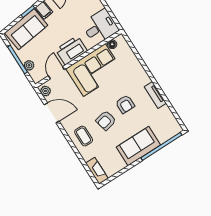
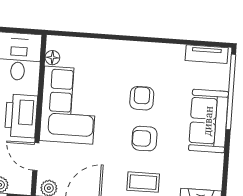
tv unit: (155, 95) -> (207, 54), moved
armchair: (125, 104) -> (142, 98), turned -90
armchair: (106, 120) -> (144, 139), turned 103

